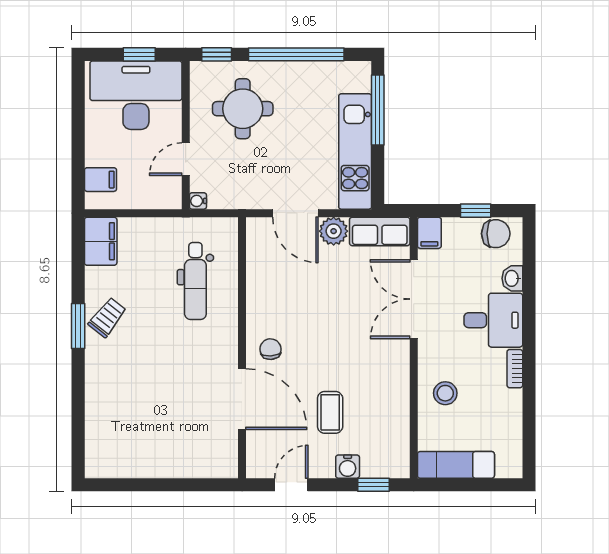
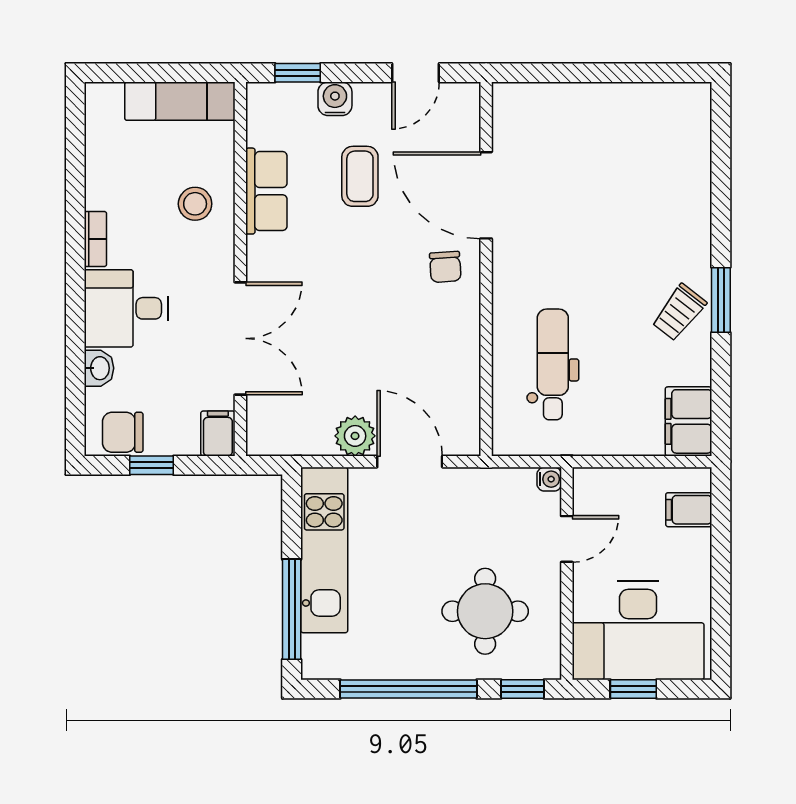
row of seats: (380, 231) -> (266, 191), moved, turned 90

